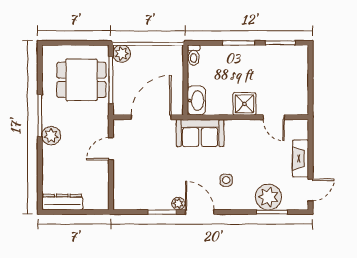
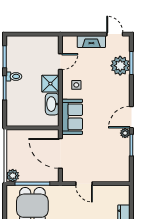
toilet: (194, 55) -> (14, 76), moved
washbasin: (196, 101) -> (52, 104), moved, turned -90
side table: (226, 180) -> (76, 85), moved

